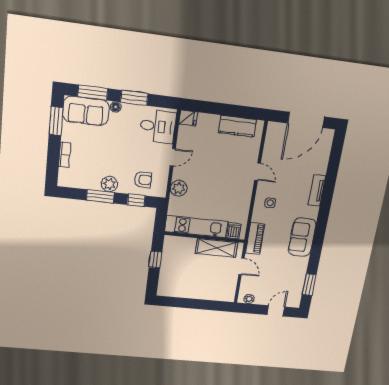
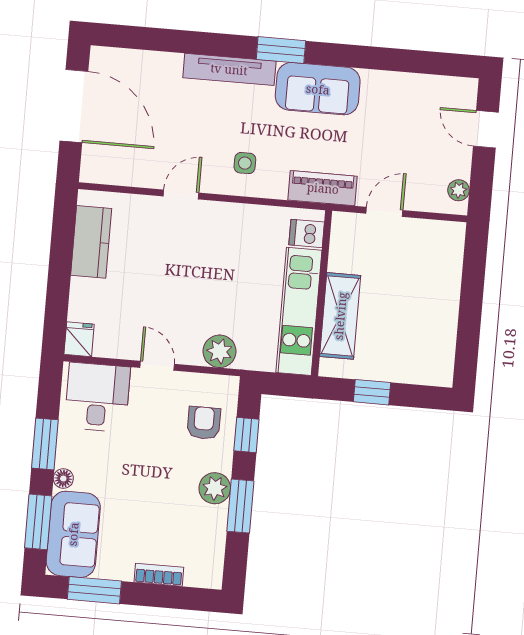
tv unit: (317, 190) -> (229, 69), width x1.41
shelving: (217, 248) -> (340, 316), moved
window: (309, 285) -> (281, 50), moved

